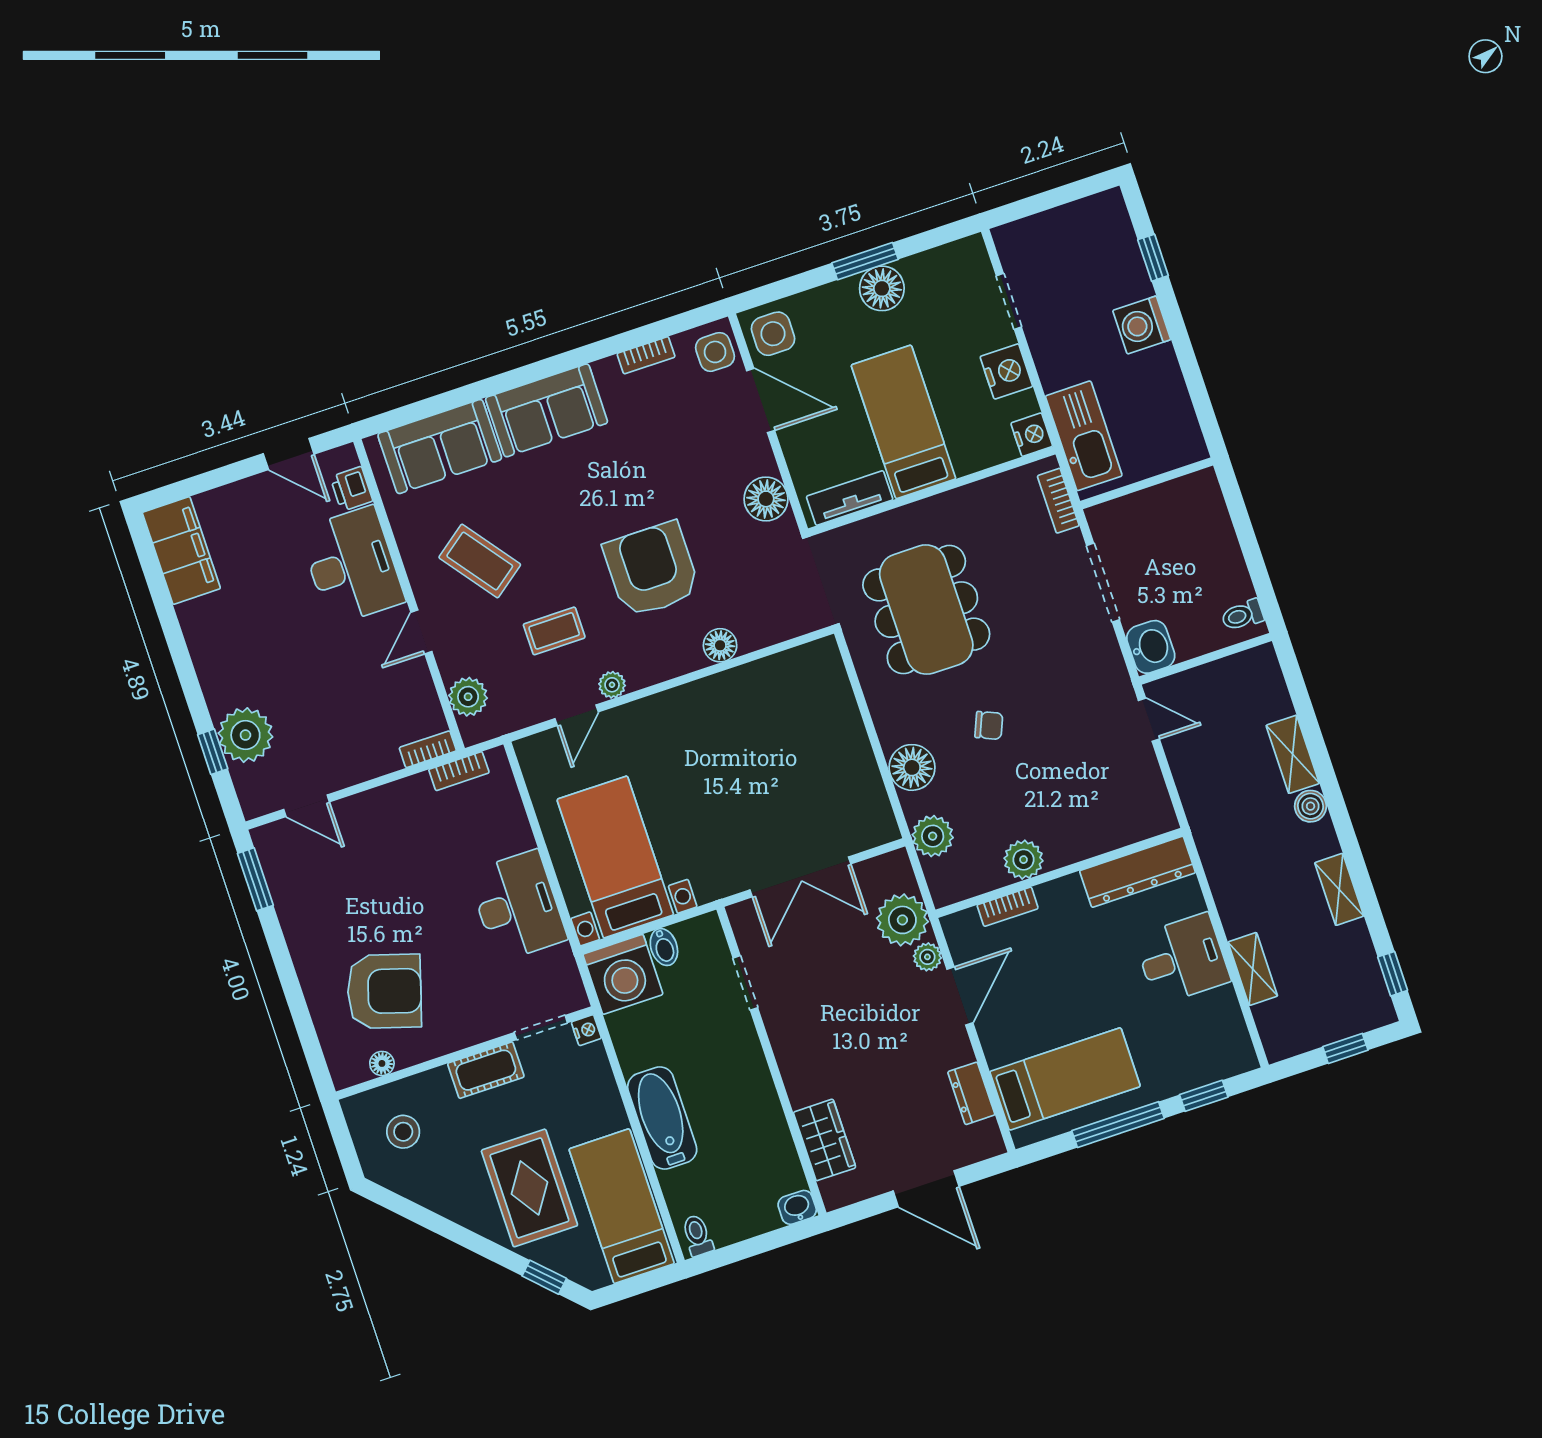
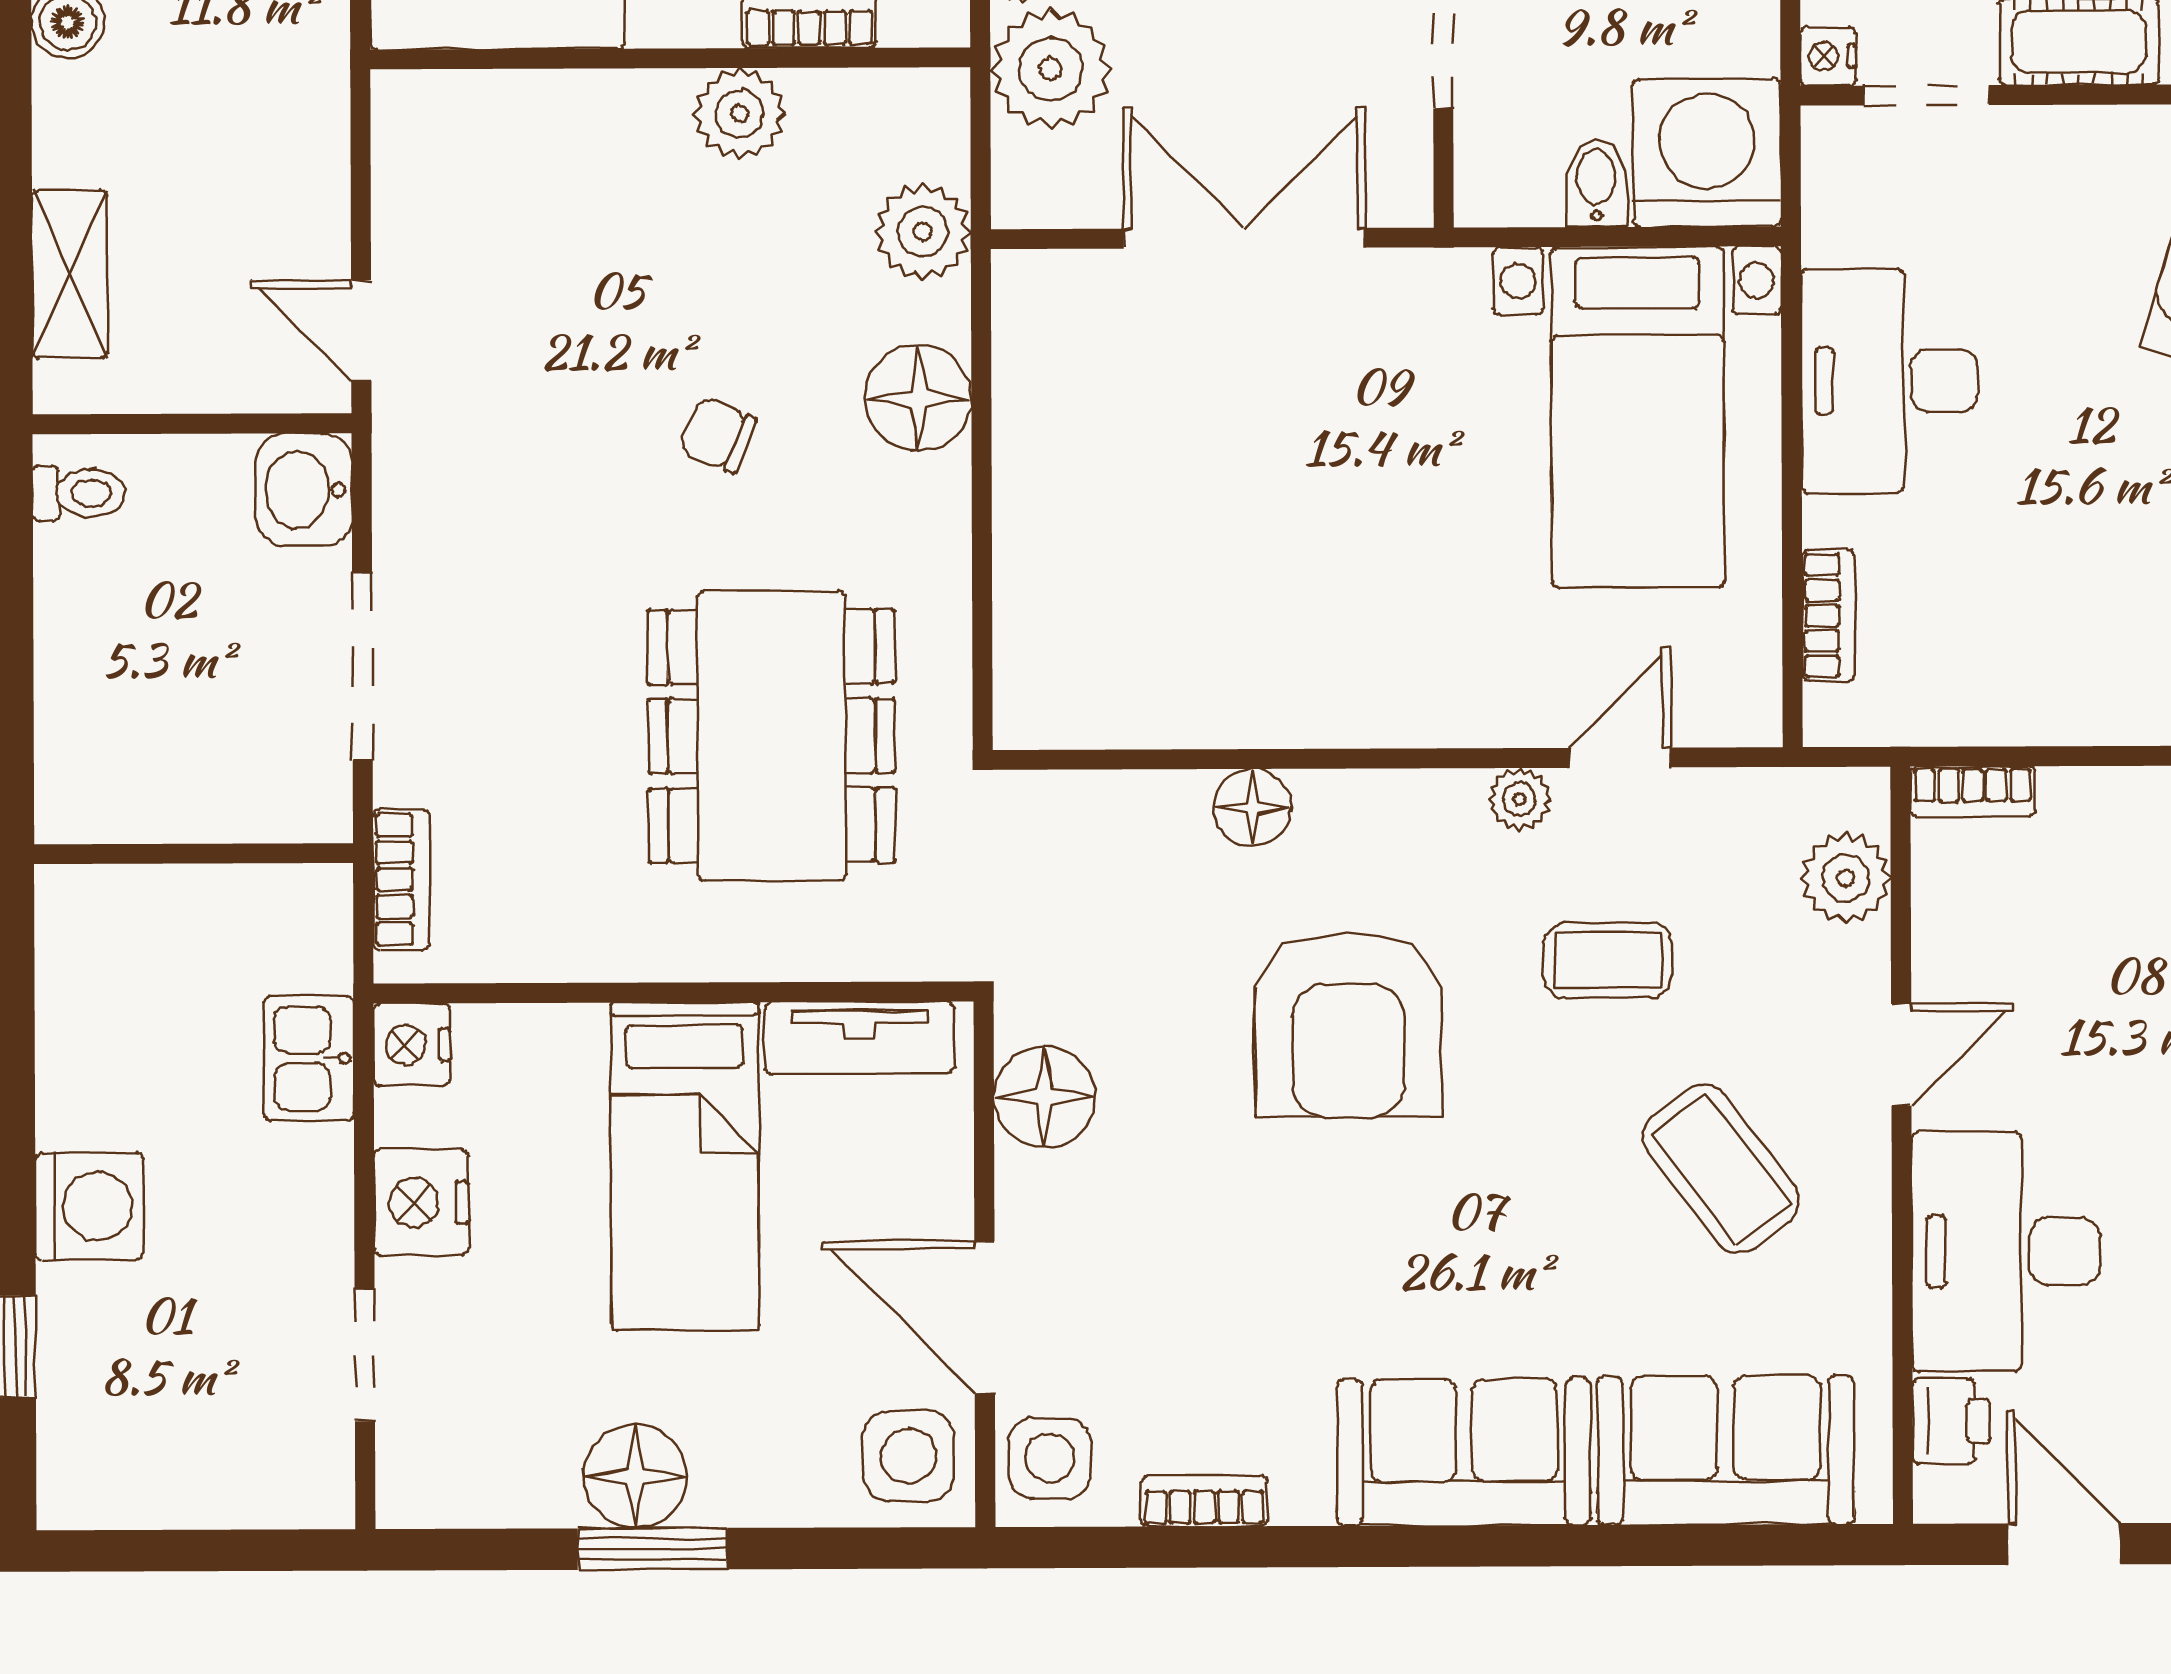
kitchen sink: (1084, 436) -> (309, 1058), width x0.53, depth x0.81
shelving: (1293, 754) -> (70, 274), moved
bookcase: (459, 771) -> (1828, 616), moved, turned 90

